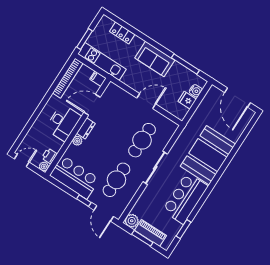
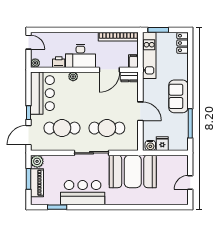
locker: (122, 33) -> (183, 43), moved
water cooler: (196, 91) -> (150, 145), moved
door: (237, 98) -> (190, 182), width x0.53
door: (92, 105) -> (109, 70), swing flipped
dresser: (86, 128) -> (129, 77), moved
booth: (208, 155) -> (133, 171), moved
printer: (49, 156) -> (59, 62), moved

